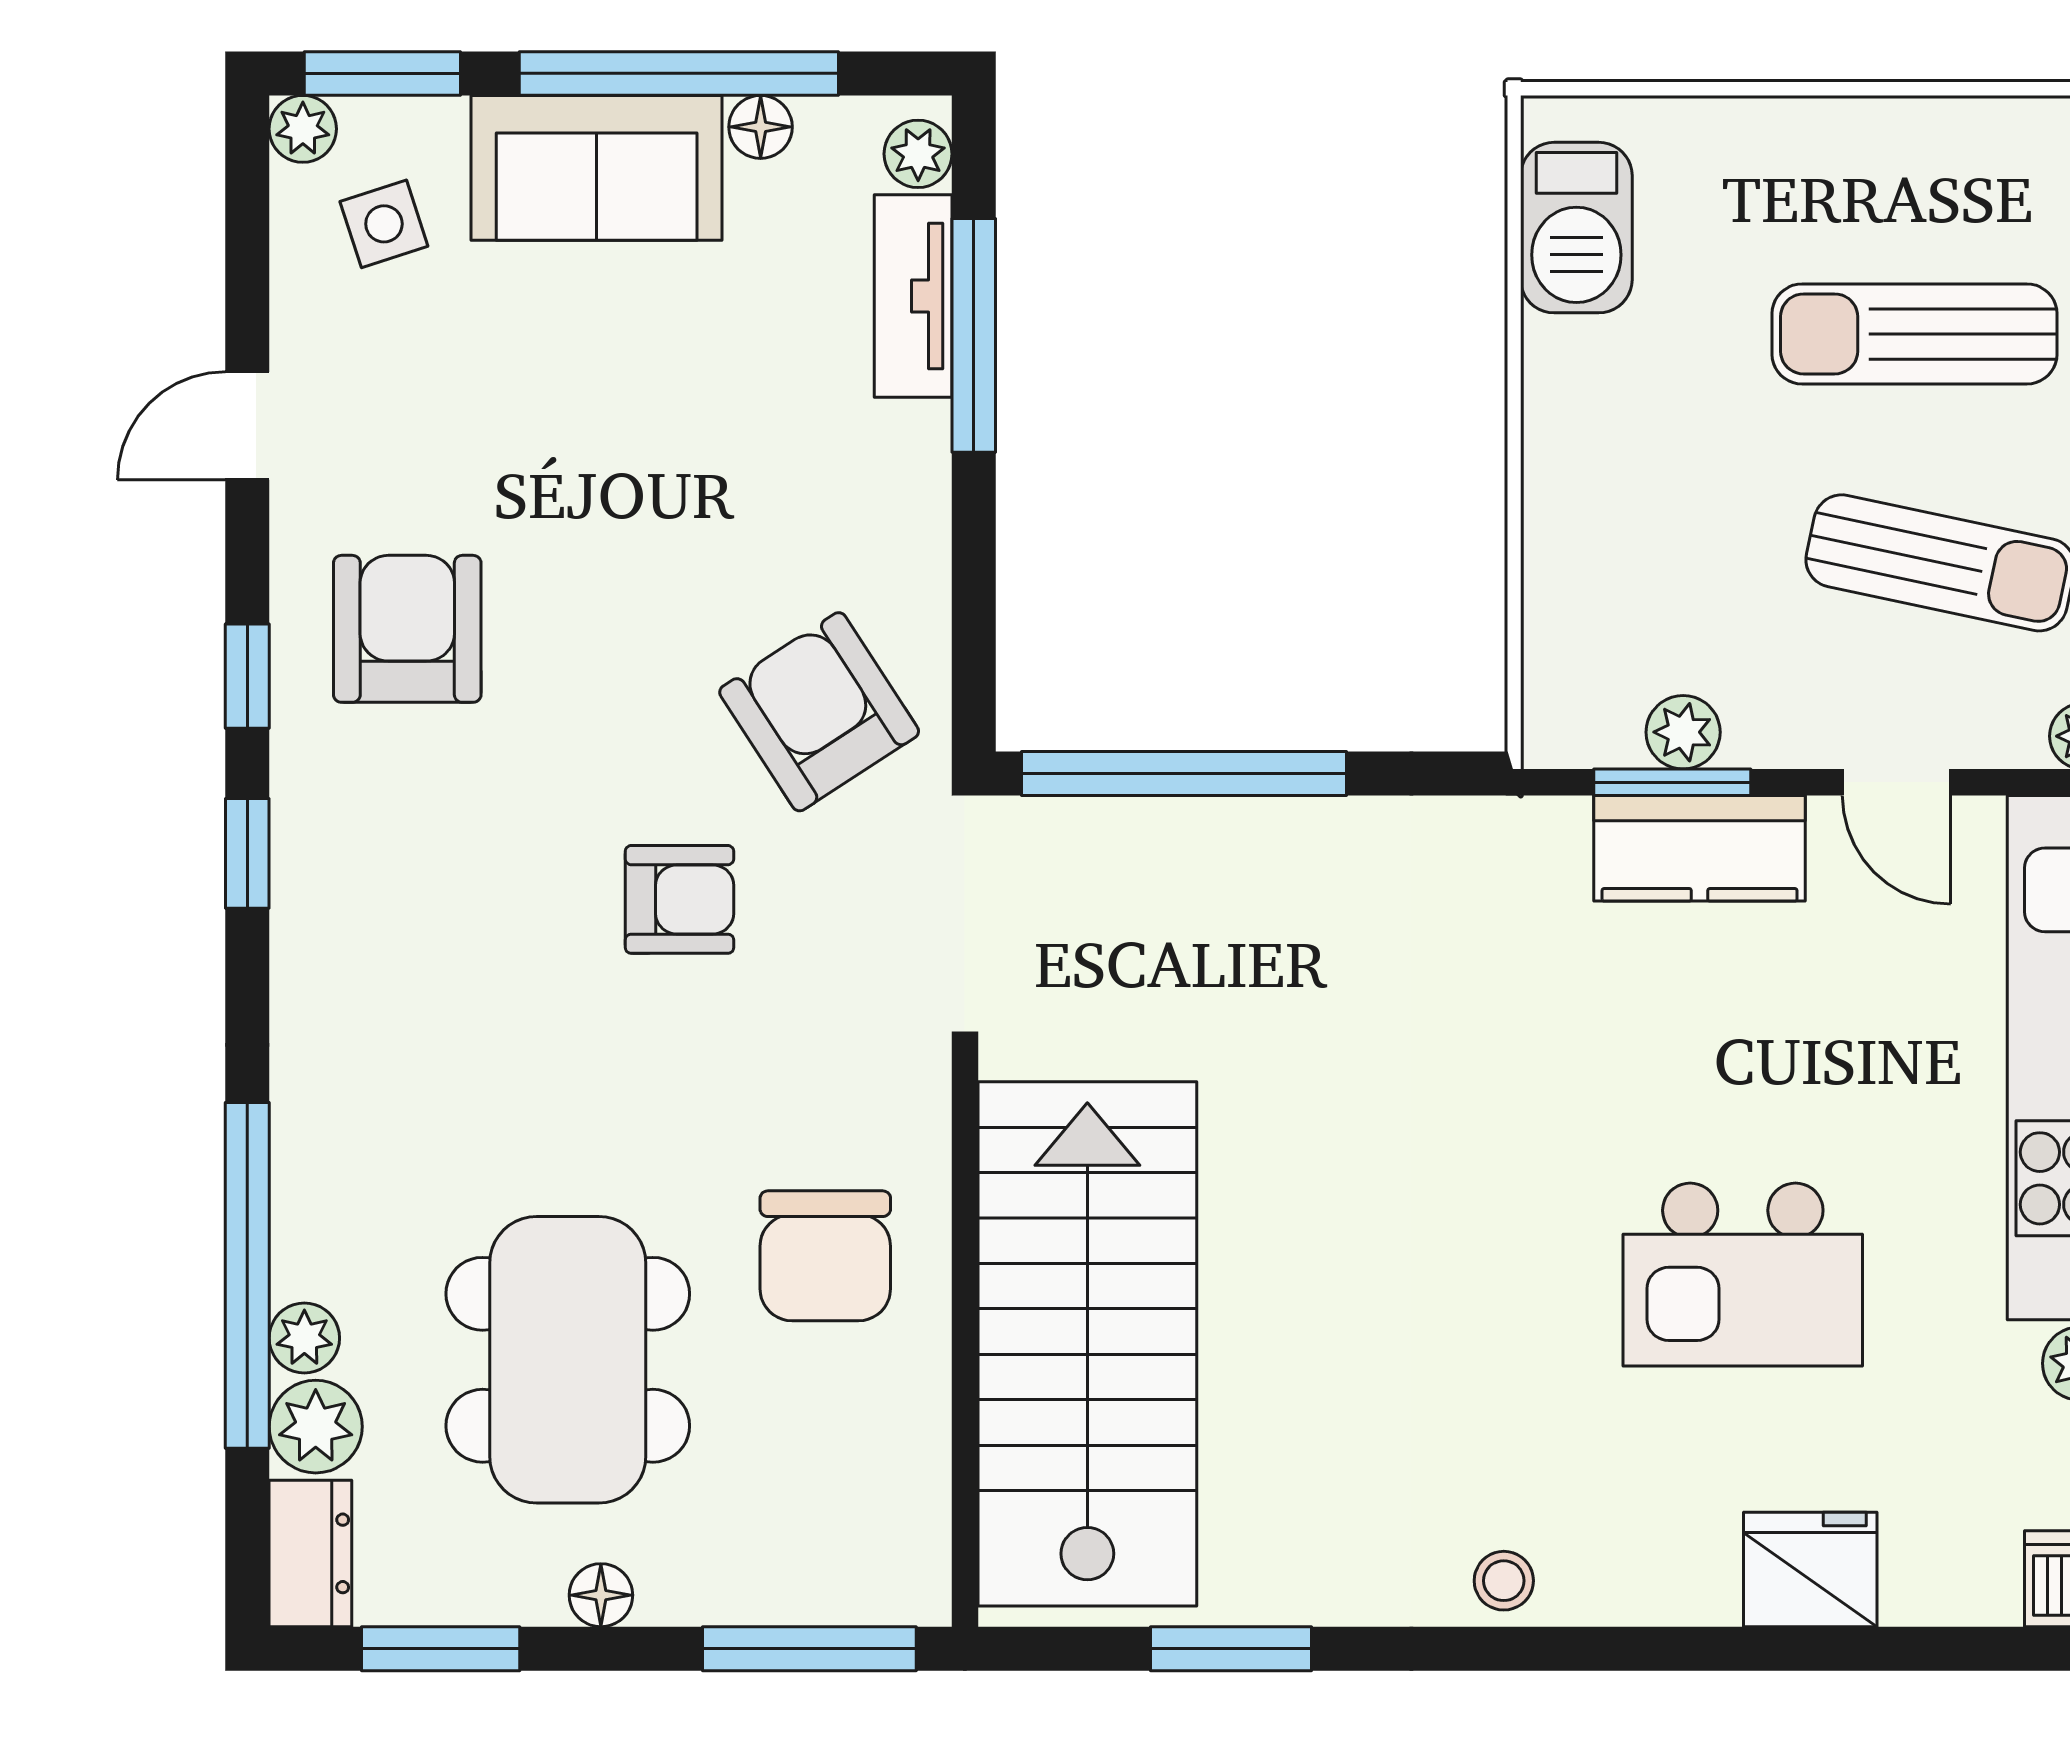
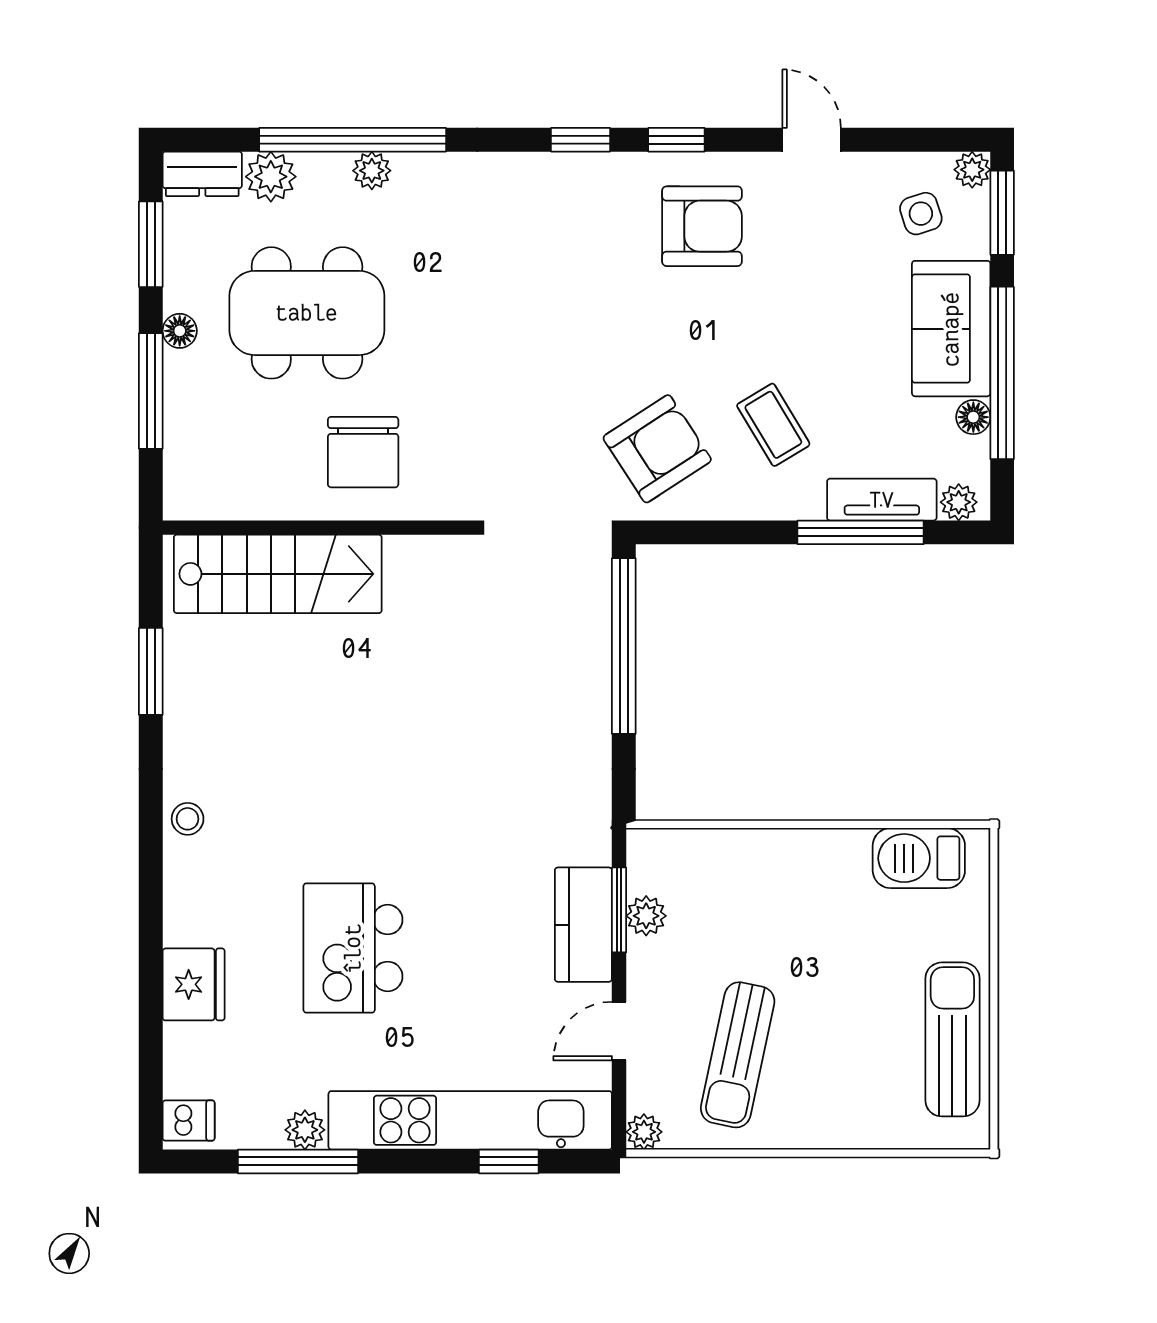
sun lounger: (1915, 334) -> (952, 1039), moved
coffee table: (775, 497) -> (773, 425), added
armchair: (680, 899) -> (556, 373), removed
chair: (825, 1256) -> (363, 452), turned -90
plant: (304, 1338) -> (372, 171), moved
stairs: (1087, 1344) -> (278, 574), width x0.73, depth x0.66
window: (809, 1649) -> (151, 391), moved

